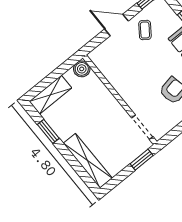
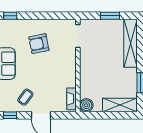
fireplace: (100, 64) -> (72, 99), added
window: (142, 160) -> (110, 16), moved

